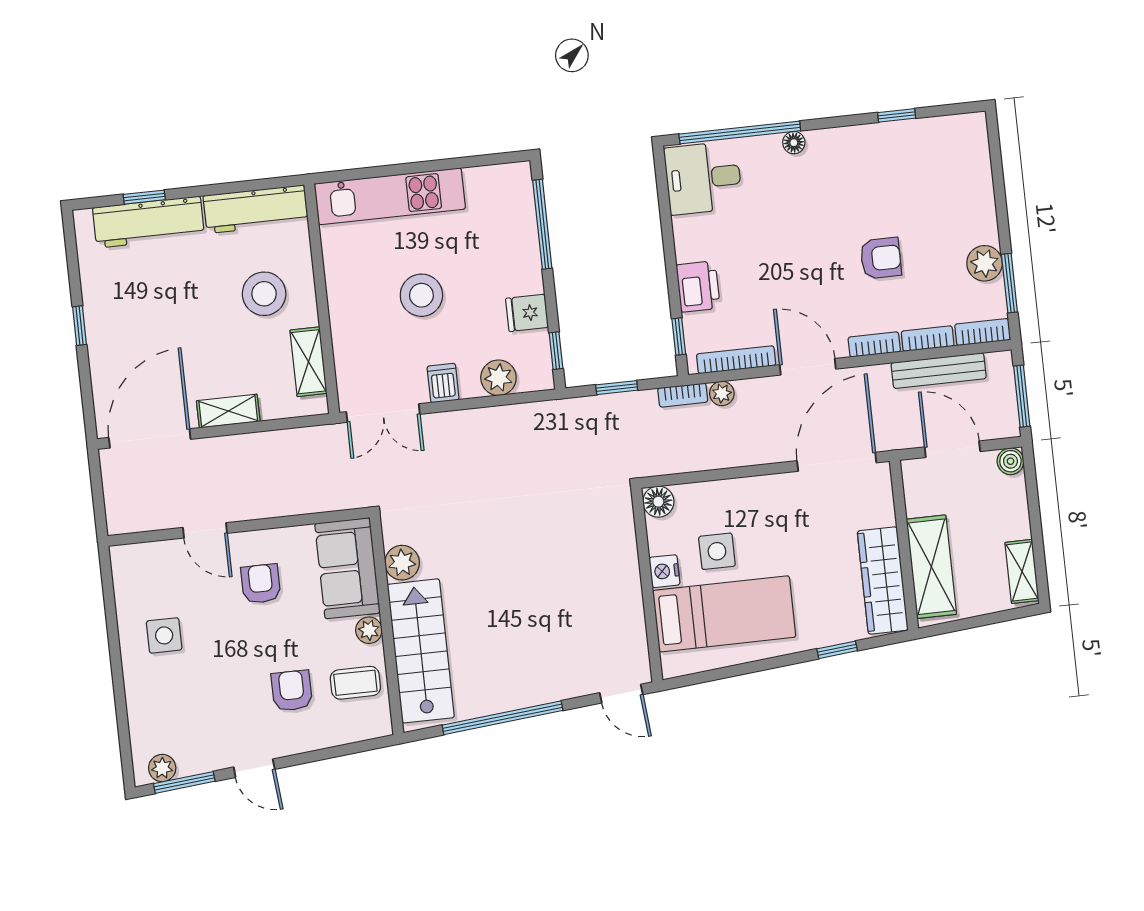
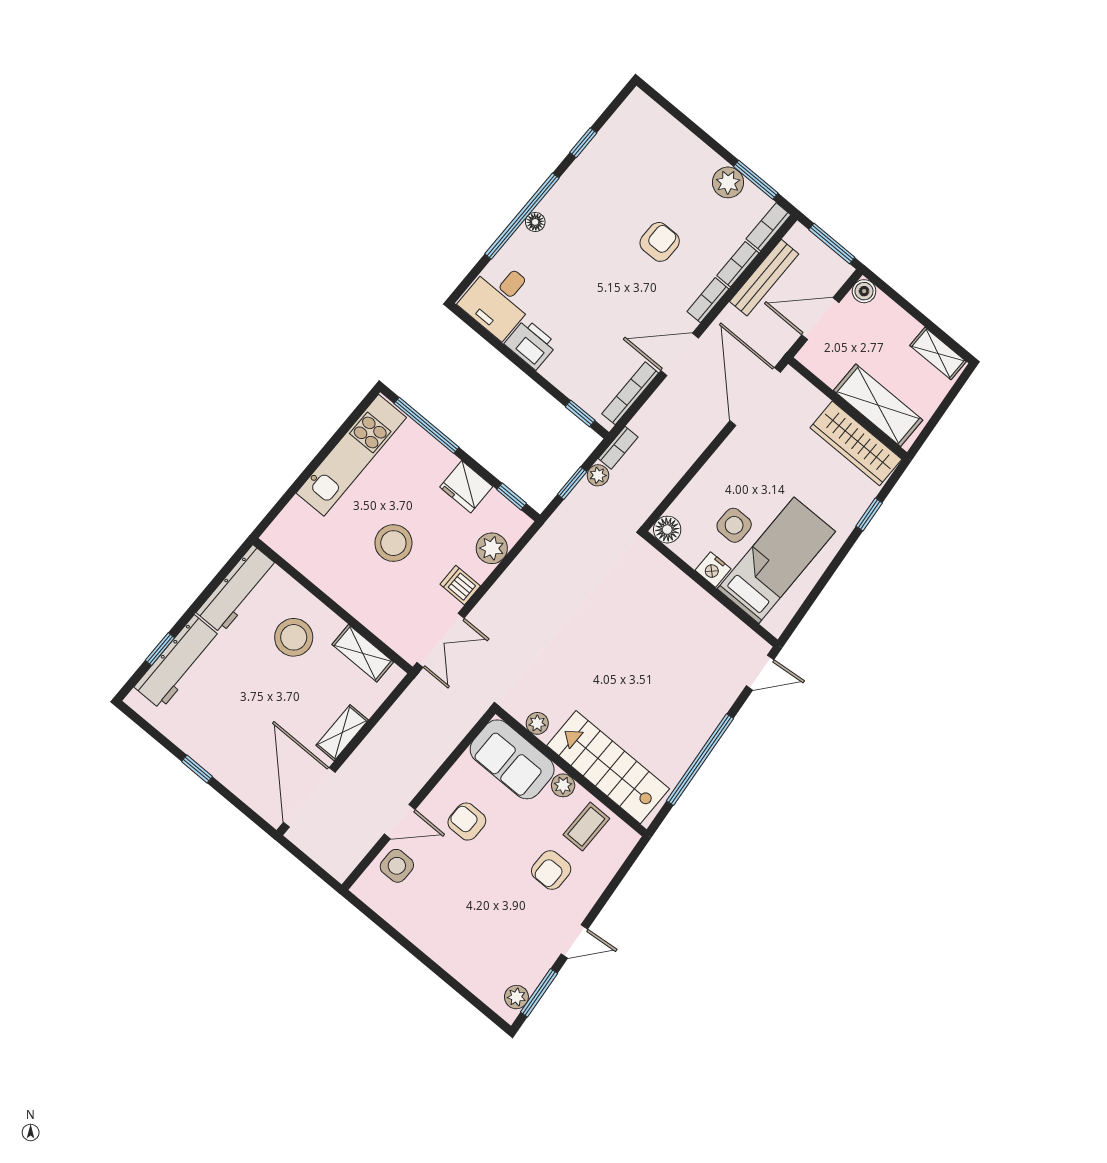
window: (740, 132) -> (522, 216), moved
kitchen unit: (390, 196) -> (351, 455), moved
printer: (698, 287) -> (531, 344), moved
fridge: (527, 313) -> (466, 487), width x1.38
plant: (722, 393) -> (598, 475), moved
plant: (402, 563) -> (537, 723), width x0.73, depth x0.73
side table: (164, 635) -> (397, 866), moved
armchair: (292, 691) -> (551, 870), turned -90

